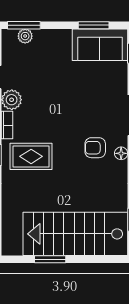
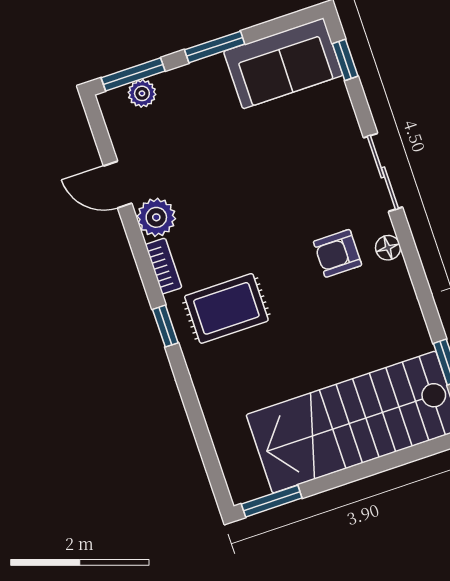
window: (94, 25) -> (215, 47), moved
window: (50, 259) -> (272, 501), moved

